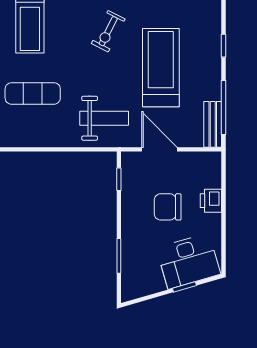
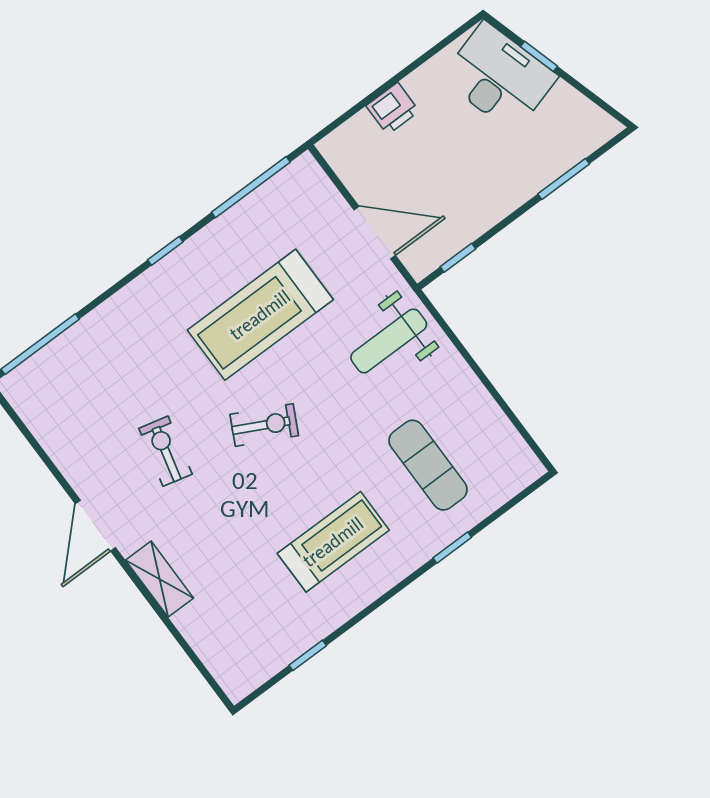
weight bench: (104, 118) -> (389, 341), turned -90
bench: (213, 124) -> (285, 185), removed
door: (159, 149) -> (375, 233), swing flipped
chair: (168, 207) -> (446, 162), removed

